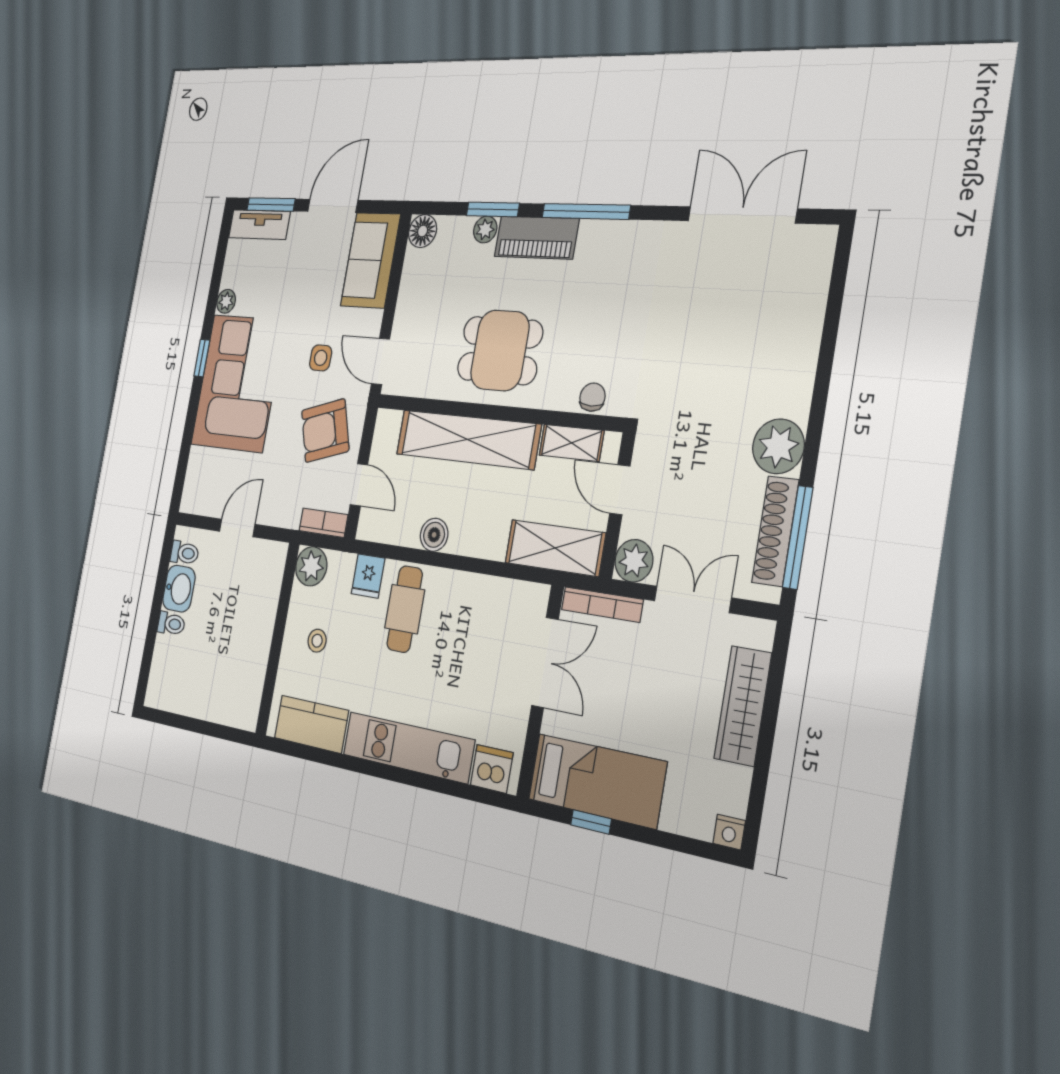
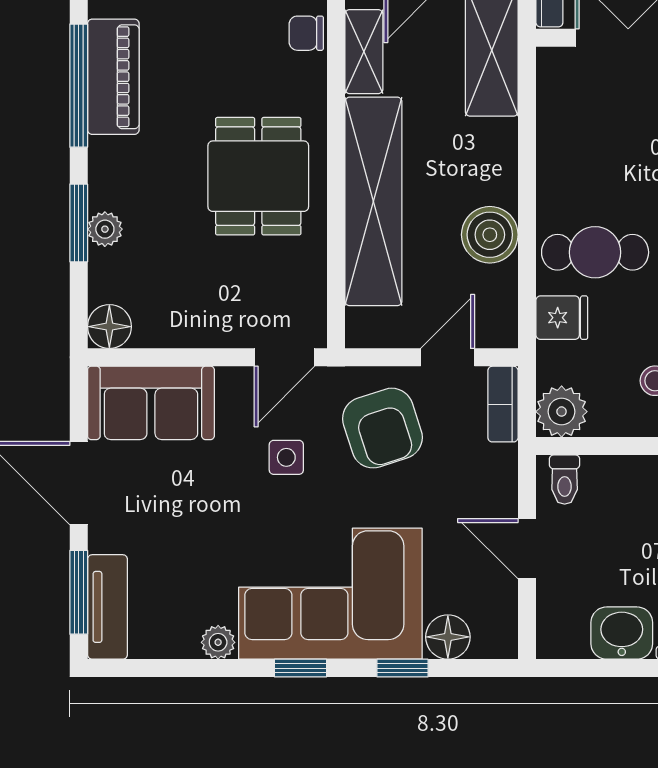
piano: (536, 238) -> (113, 77), moved
window: (189, 430) -> (403, 668), added
floor lamp: (199, 464) -> (448, 637), added
boiler: (434, 535) -> (490, 235), width x1.36, depth x1.36
toilet: (185, 553) -> (565, 480), moved, turned 180

